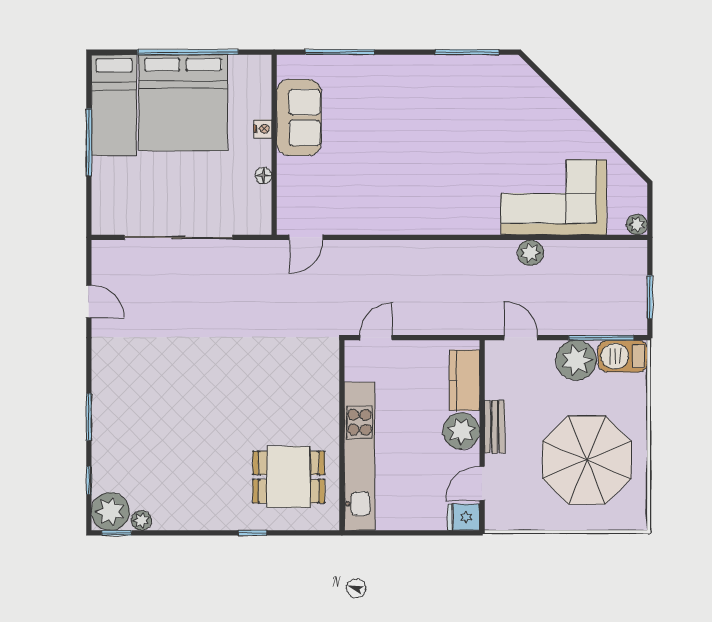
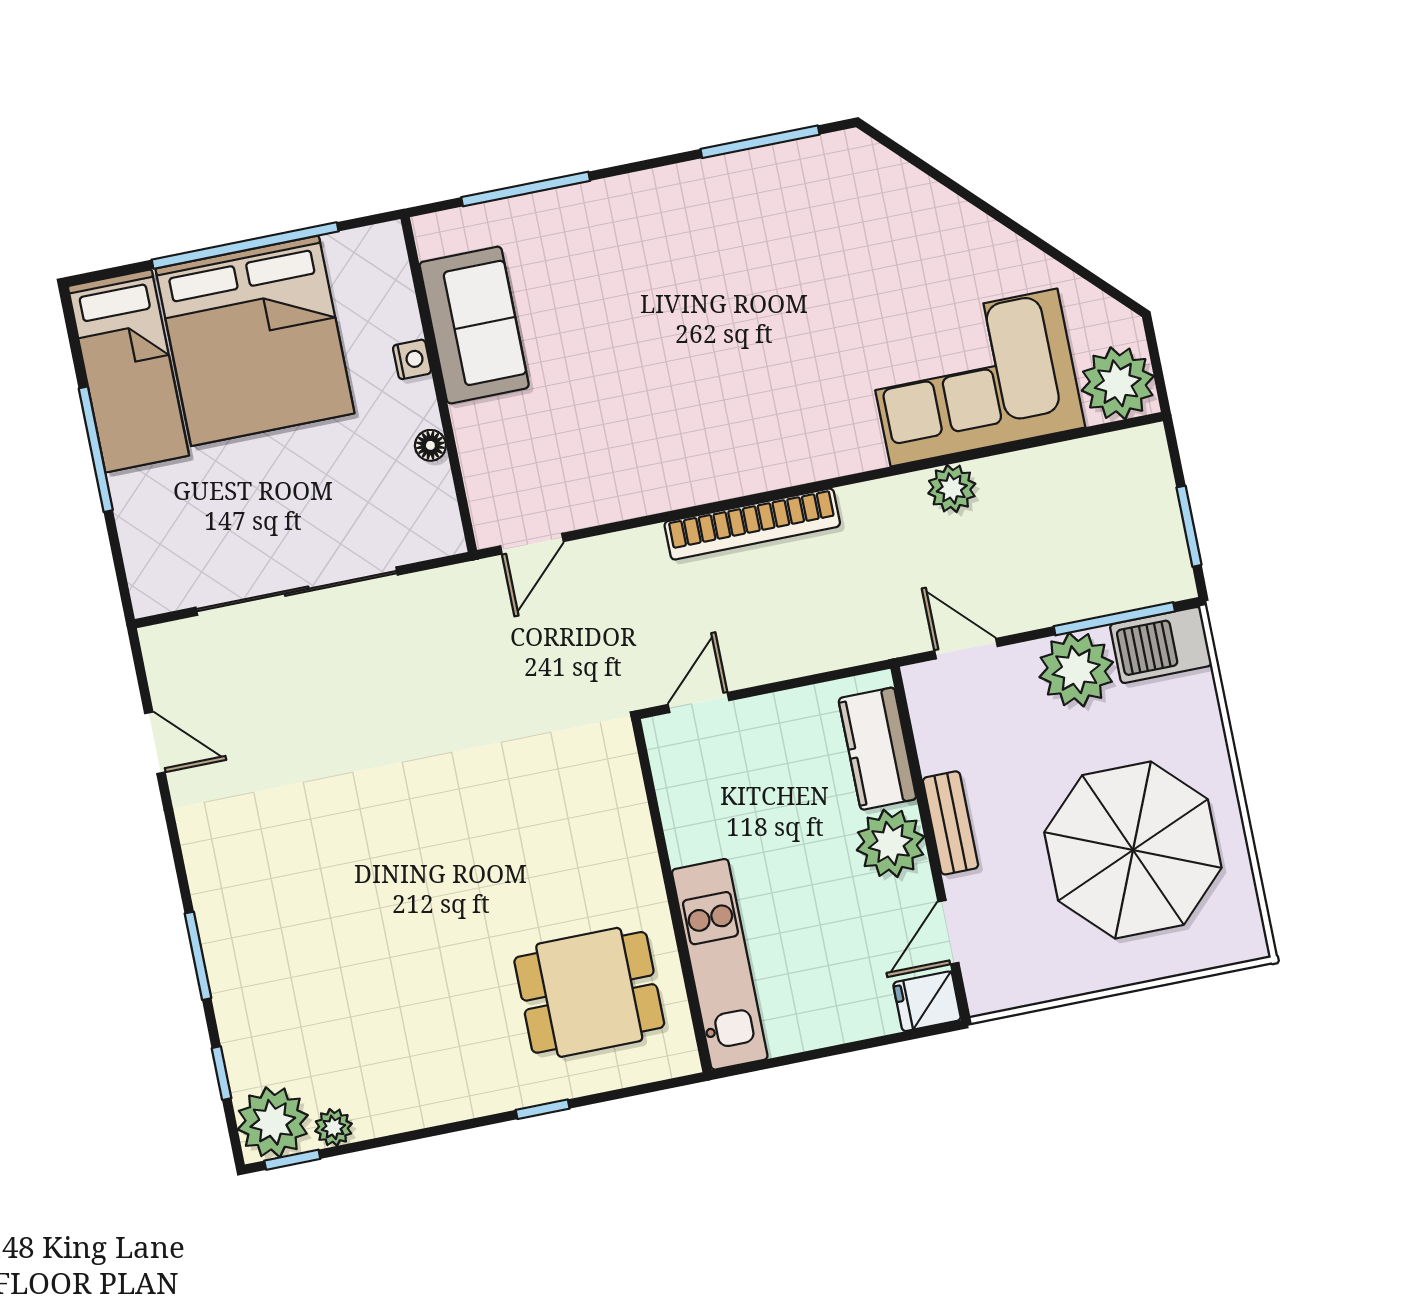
plant: (637, 224) -> (1118, 383), width x1.88, depth x1.88
bookcase: (423, 250) -> (752, 524), added
kitchen unit: (360, 456) -> (720, 964), width x0.73

